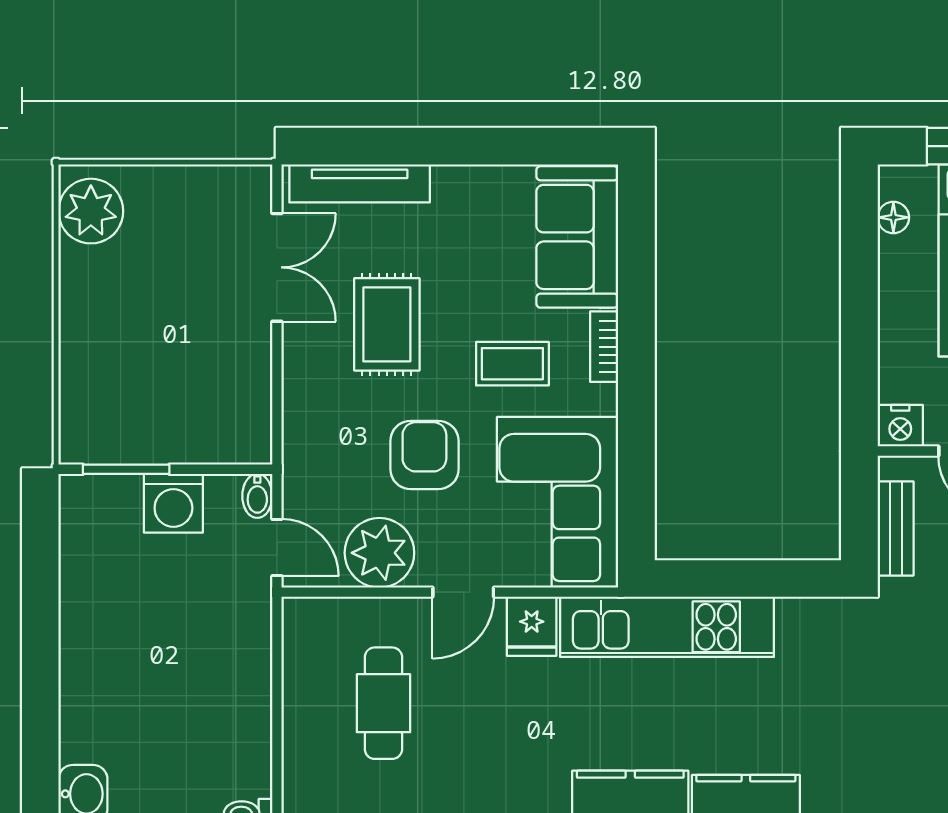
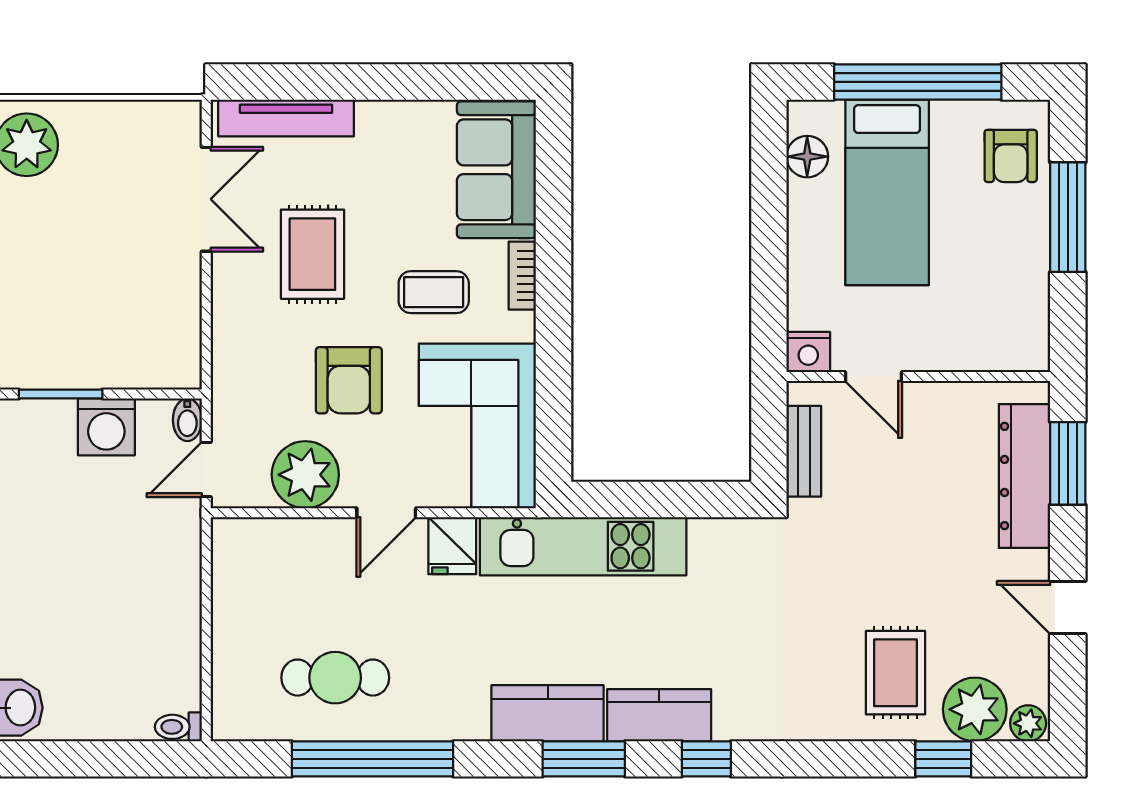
floor lamp: (893, 217) -> (807, 157), width x1.37, depth x1.37
armchair: (424, 455) -> (349, 380), turned 180
door: (277, 547) -> (206, 470), swing flipped
cafe table: (383, 703) -> (335, 678), moved, turned 90

